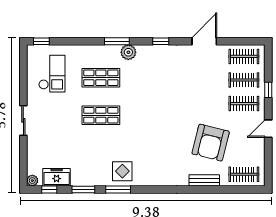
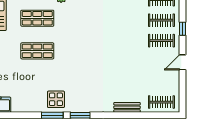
armchair: (211, 143) -> (133, 75), removed
window: (83, 189) -> (80, 115), moved

